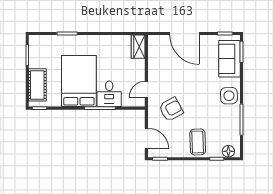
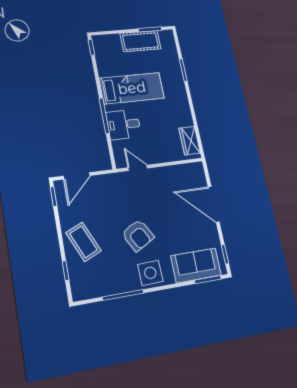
door: (184, 34) -> (214, 204), hinge flipped
wardrobe: (138, 47) -> (190, 141), moved, turned -90
bed: (79, 81) -> (132, 88), width x0.67
cot: (37, 85) -> (141, 41), moved
armchair: (171, 109) -> (138, 235), moved
coffee table: (198, 142) -> (84, 242), turned 68
floor lamp: (228, 151) -> (78, 285), removed

